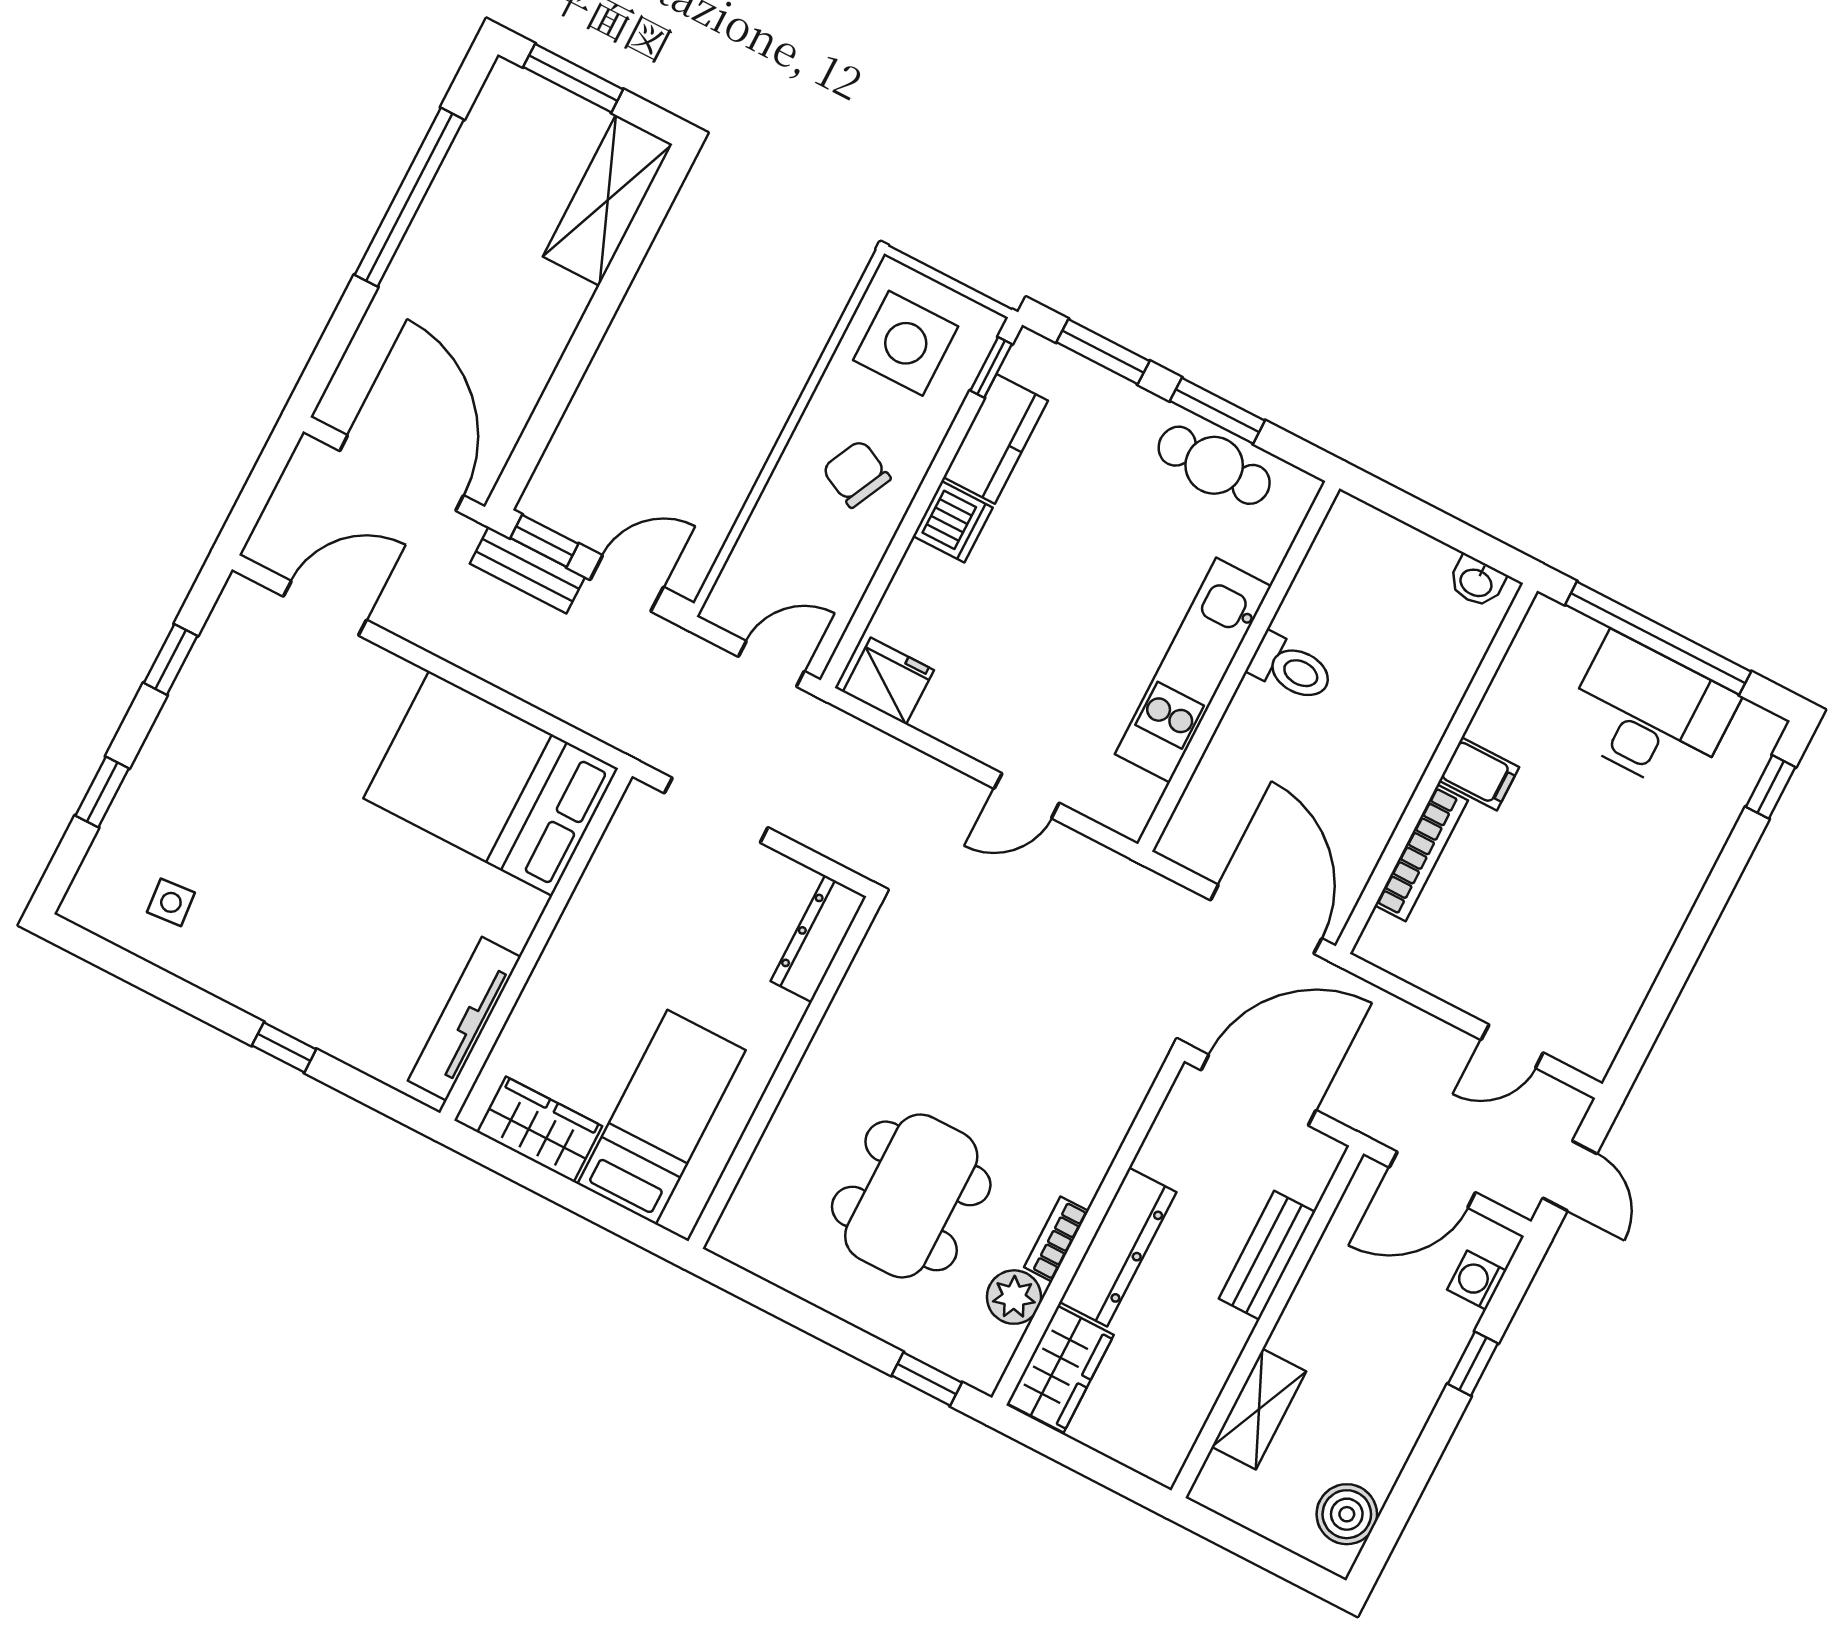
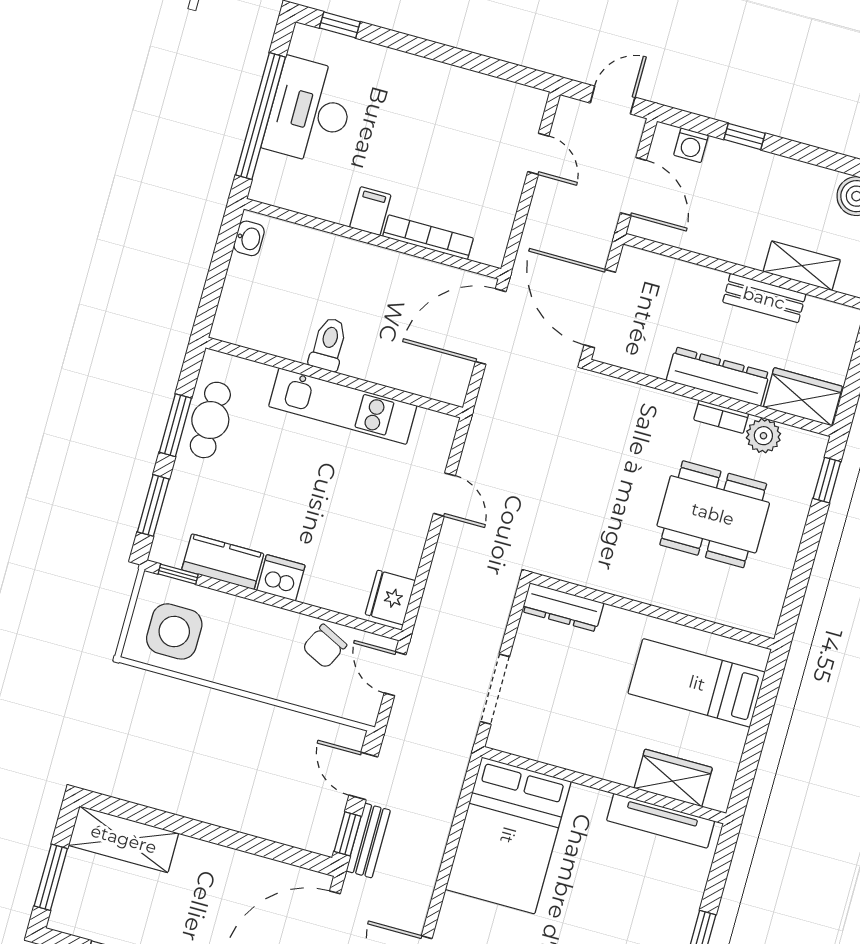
chair: (856, 474) -> (324, 646), moved
wardrobe: (540, 1129) -> (673, 778), moved, turned 90
bench: (1267, 1255) -> (764, 298), moved

